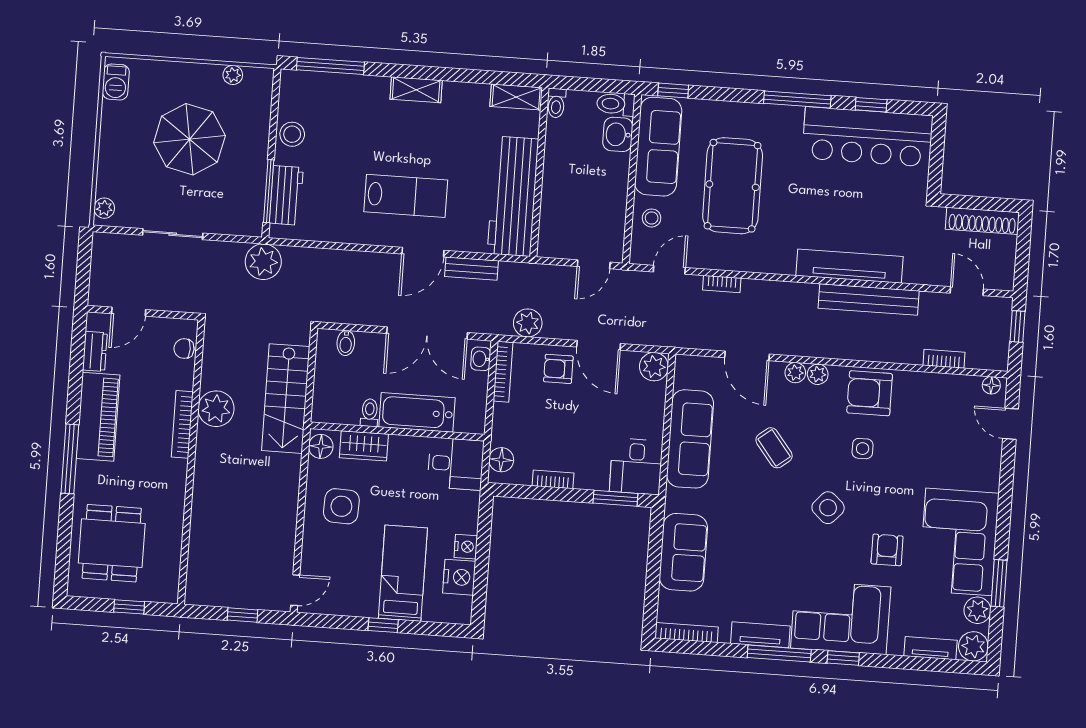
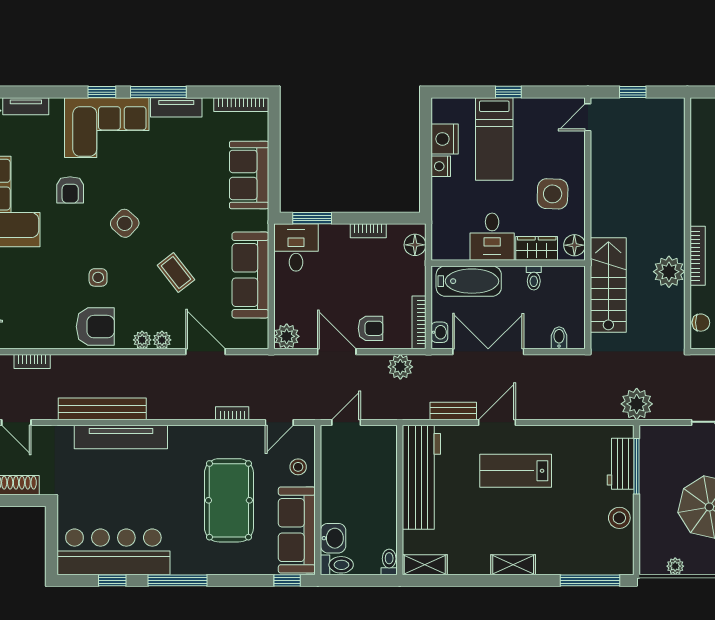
bathtub: (417, 412) -> (469, 281), moved
desk: (456, 464) -> (492, 237), moved, turned -90

